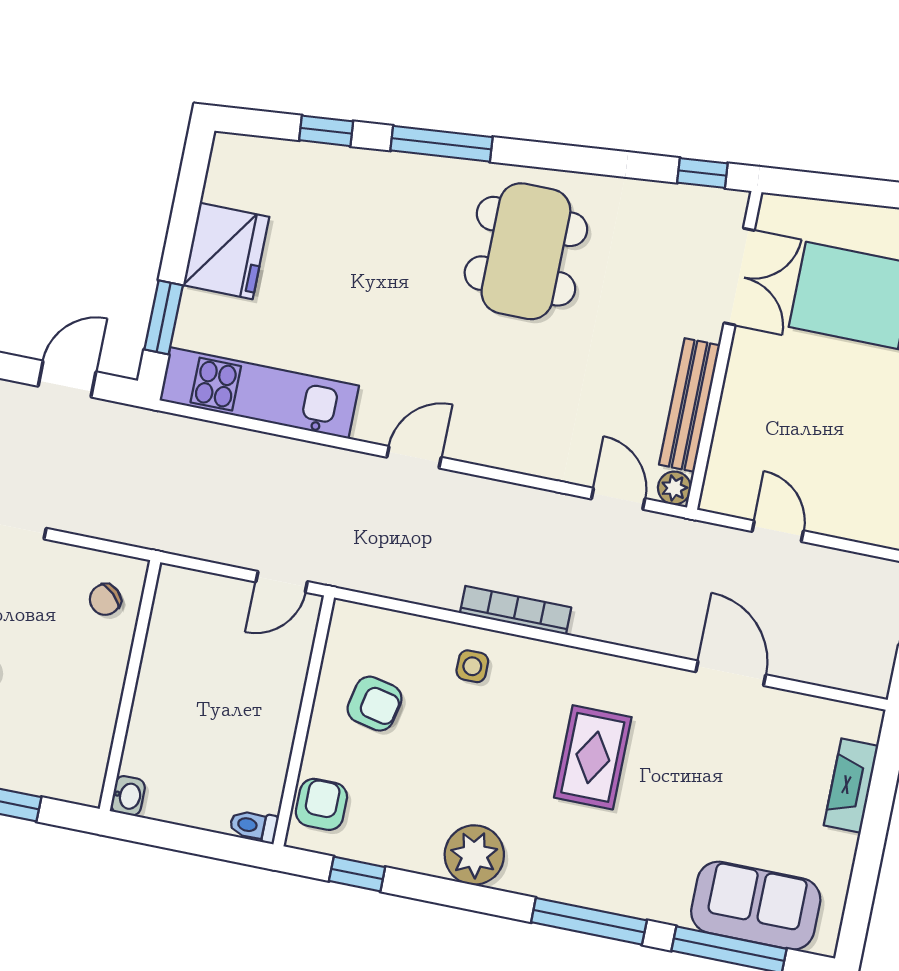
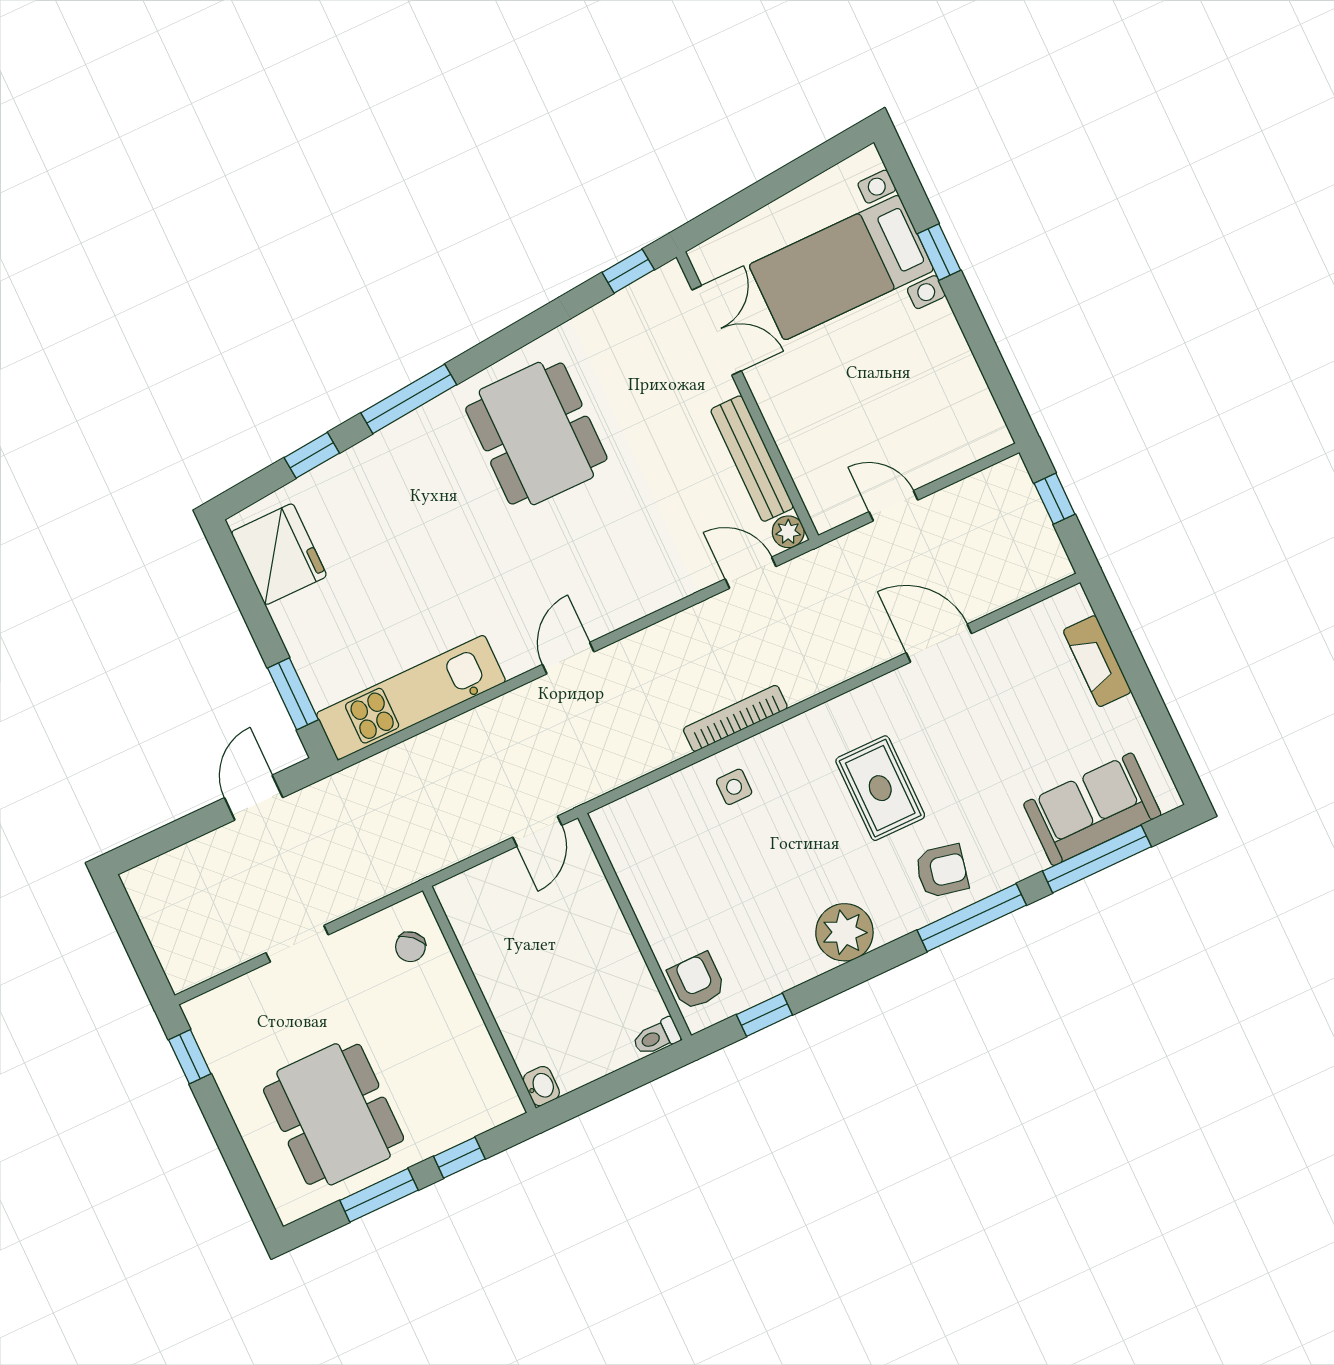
fridge: (226, 251) -> (279, 554), moved
armchair: (375, 704) -> (942, 871), moved

